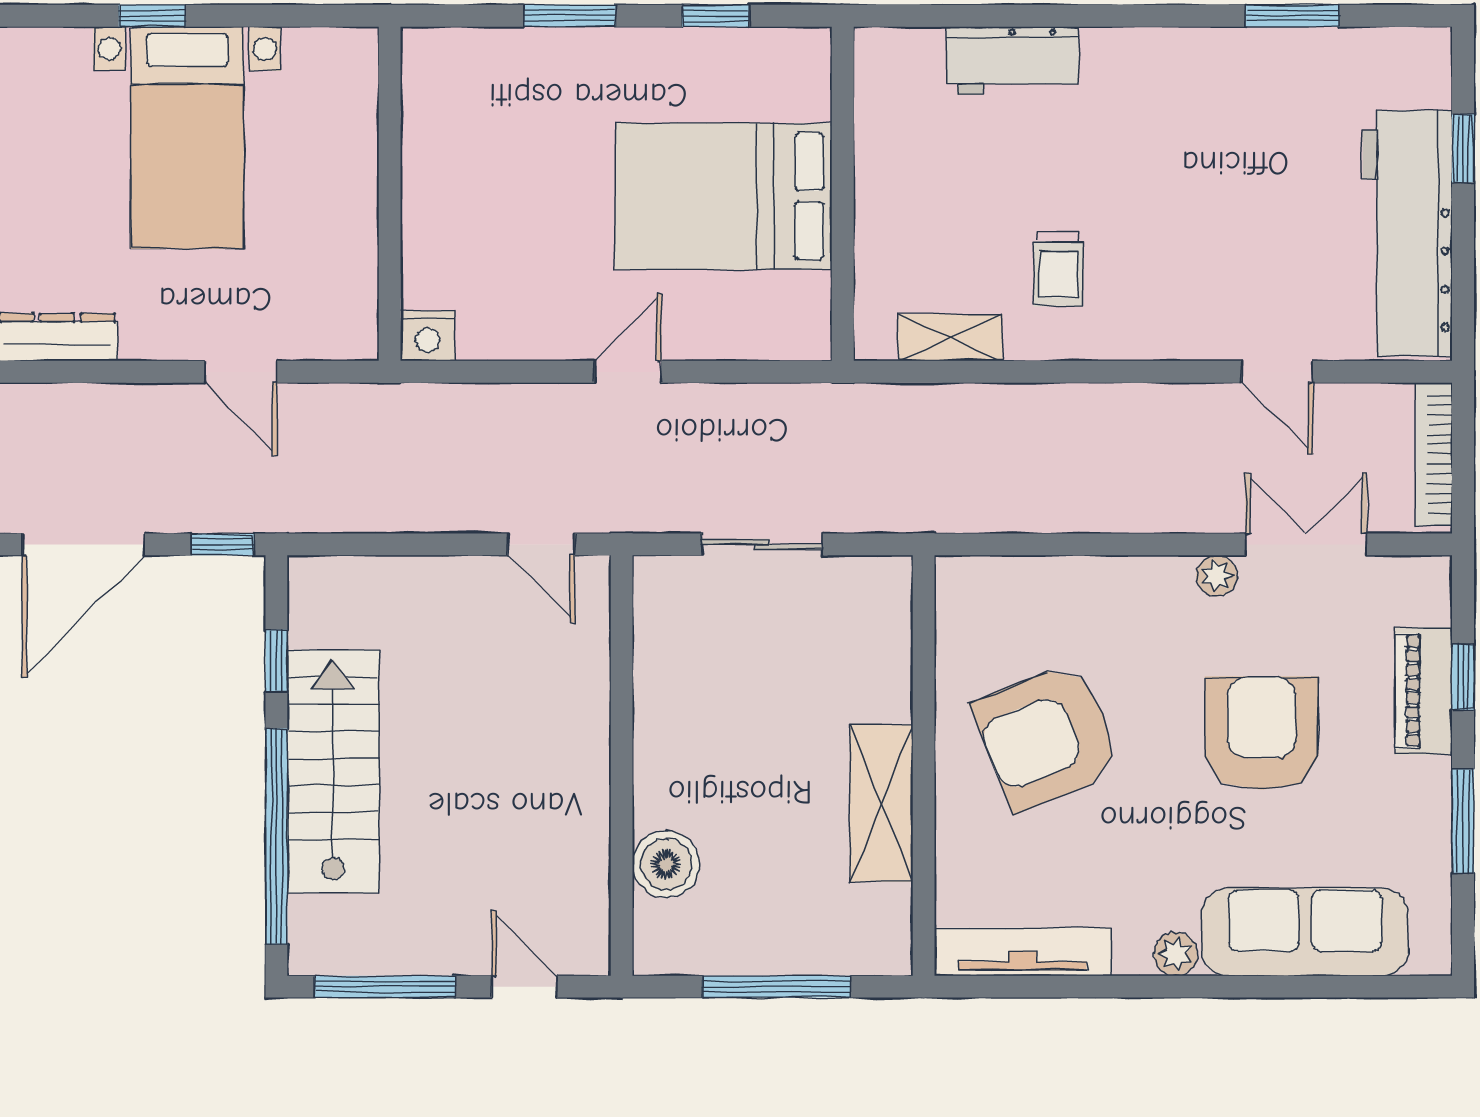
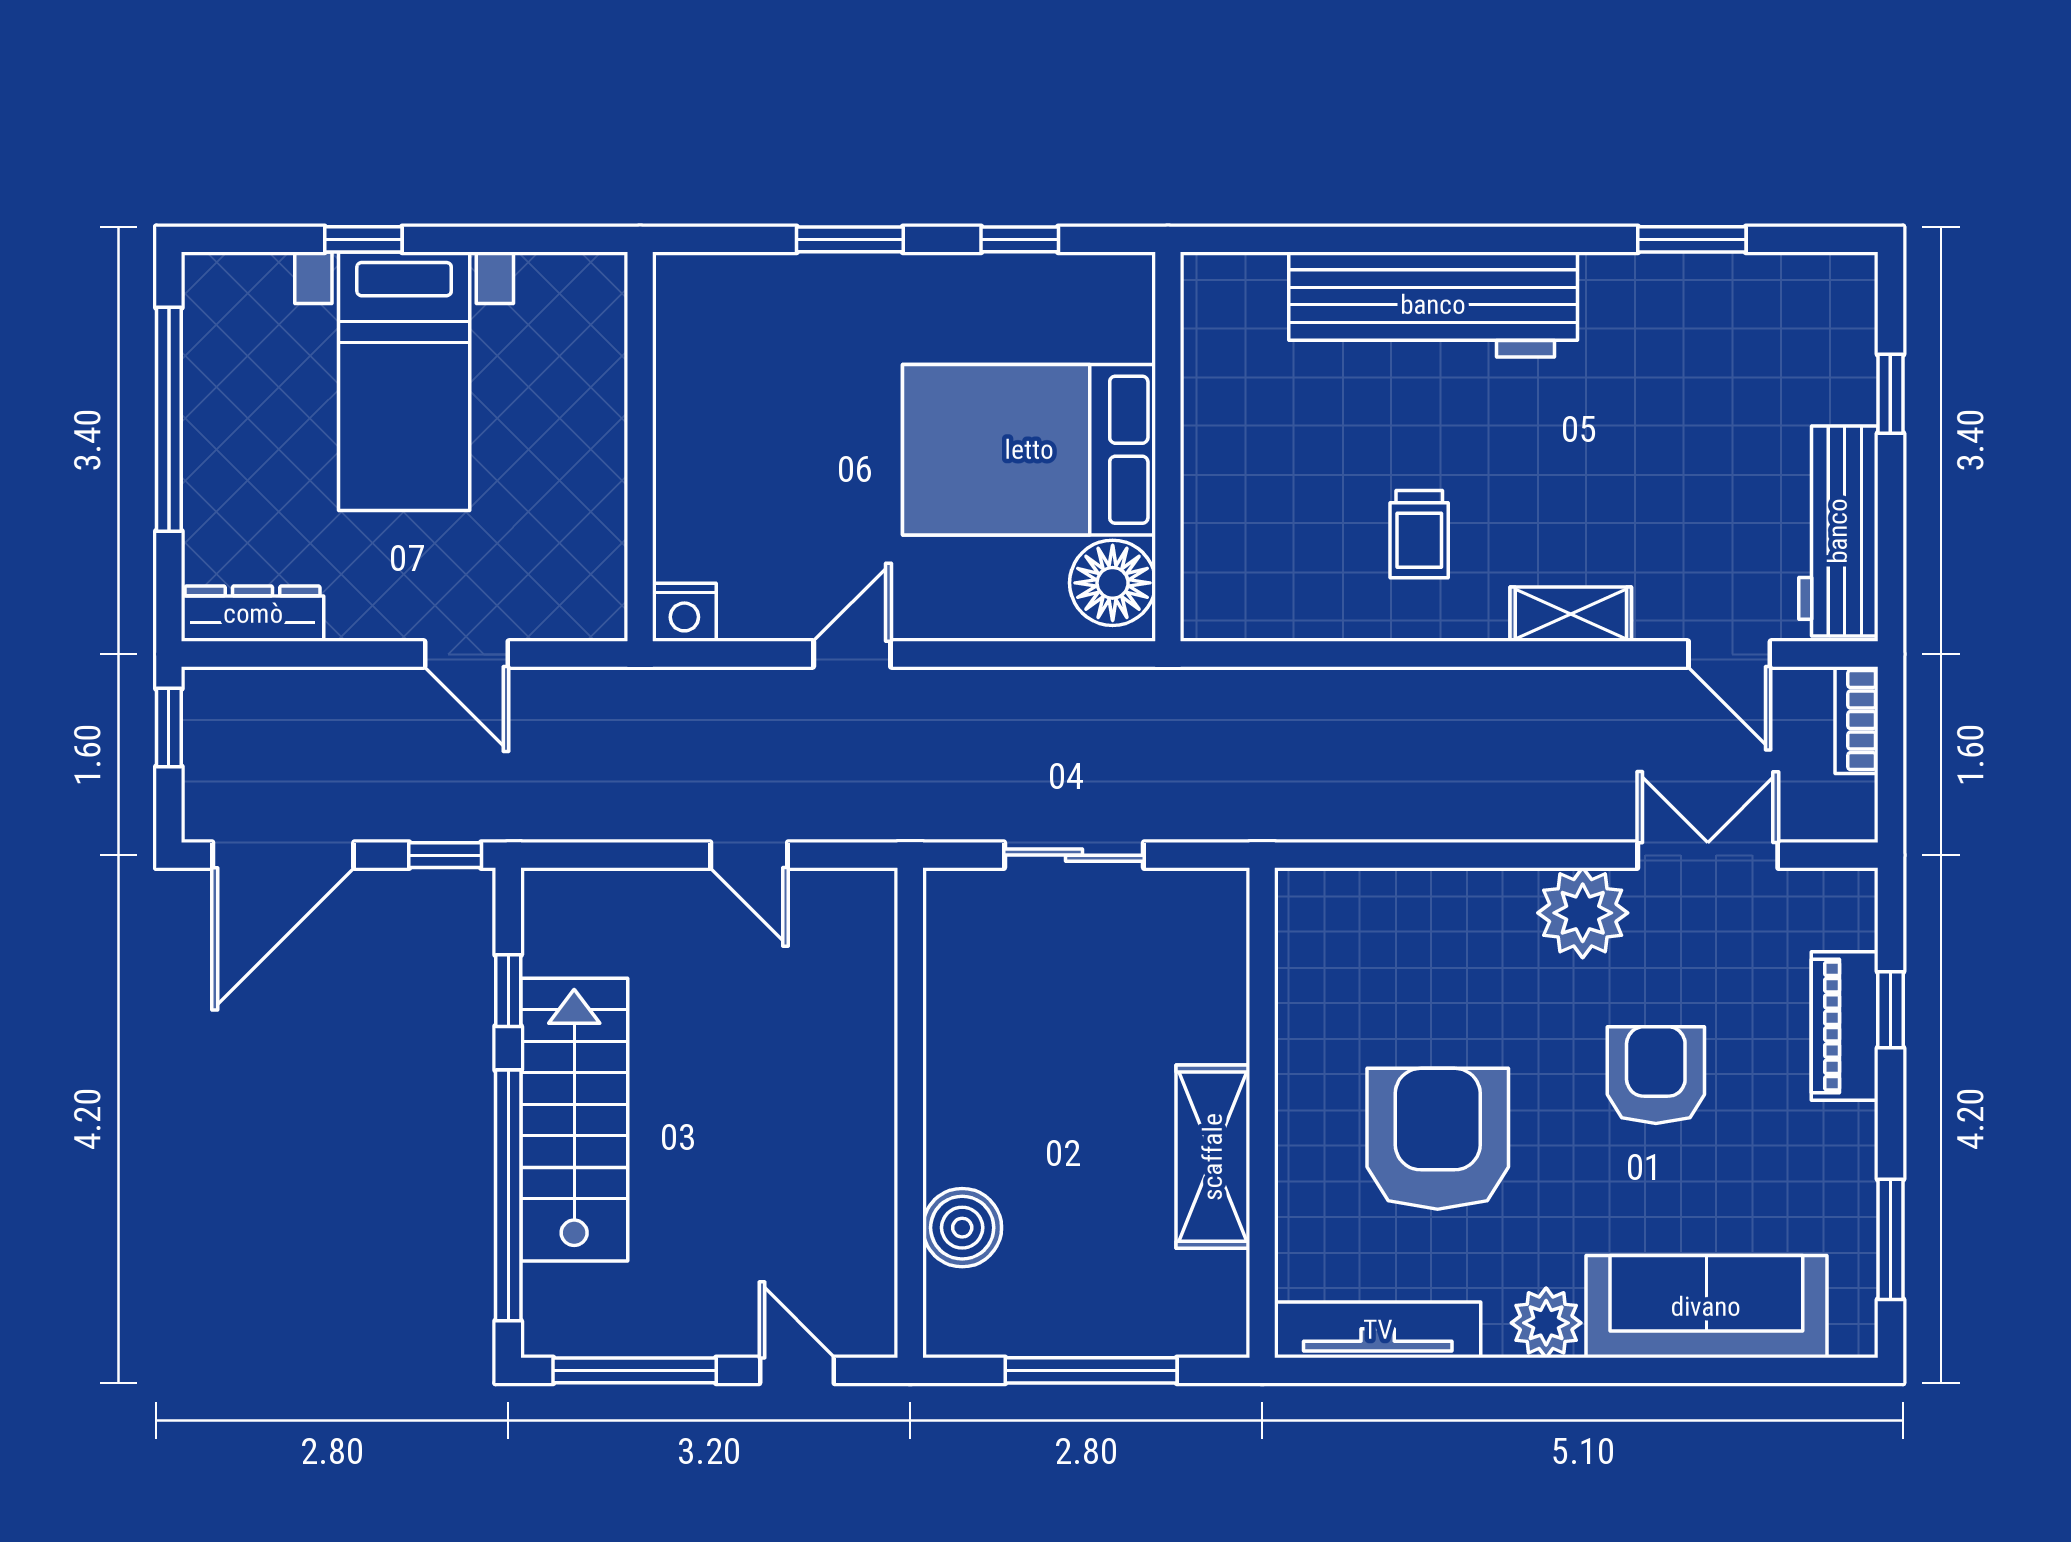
workbench: (1013, 61) -> (1433, 305), width x1.88, depth x1.32
workbench: (1407, 233) -> (1838, 531), width x0.73, depth x0.76
floor lamp: (795, 311) -> (1113, 583), added
shelving: (950, 338) -> (1571, 614), moved
door: (628, 372) -> (852, 654), moved
door: (1277, 372) -> (1729, 654), moved
bookcase: (1434, 454) -> (1857, 720), width x0.64
door: (541, 544) -> (749, 855), moved
plant: (1217, 576) -> (1583, 913), width x1.88, depth x1.88
armchair: (1262, 733) -> (1656, 1075), width x0.73, depth x0.73
armchair: (1047, 737) -> (1438, 1139), moved, turned 112
window: (1463, 821) -> (1890, 1239), moved
plant: (1176, 954) -> (1546, 1323), width x1.38, depth x1.38

